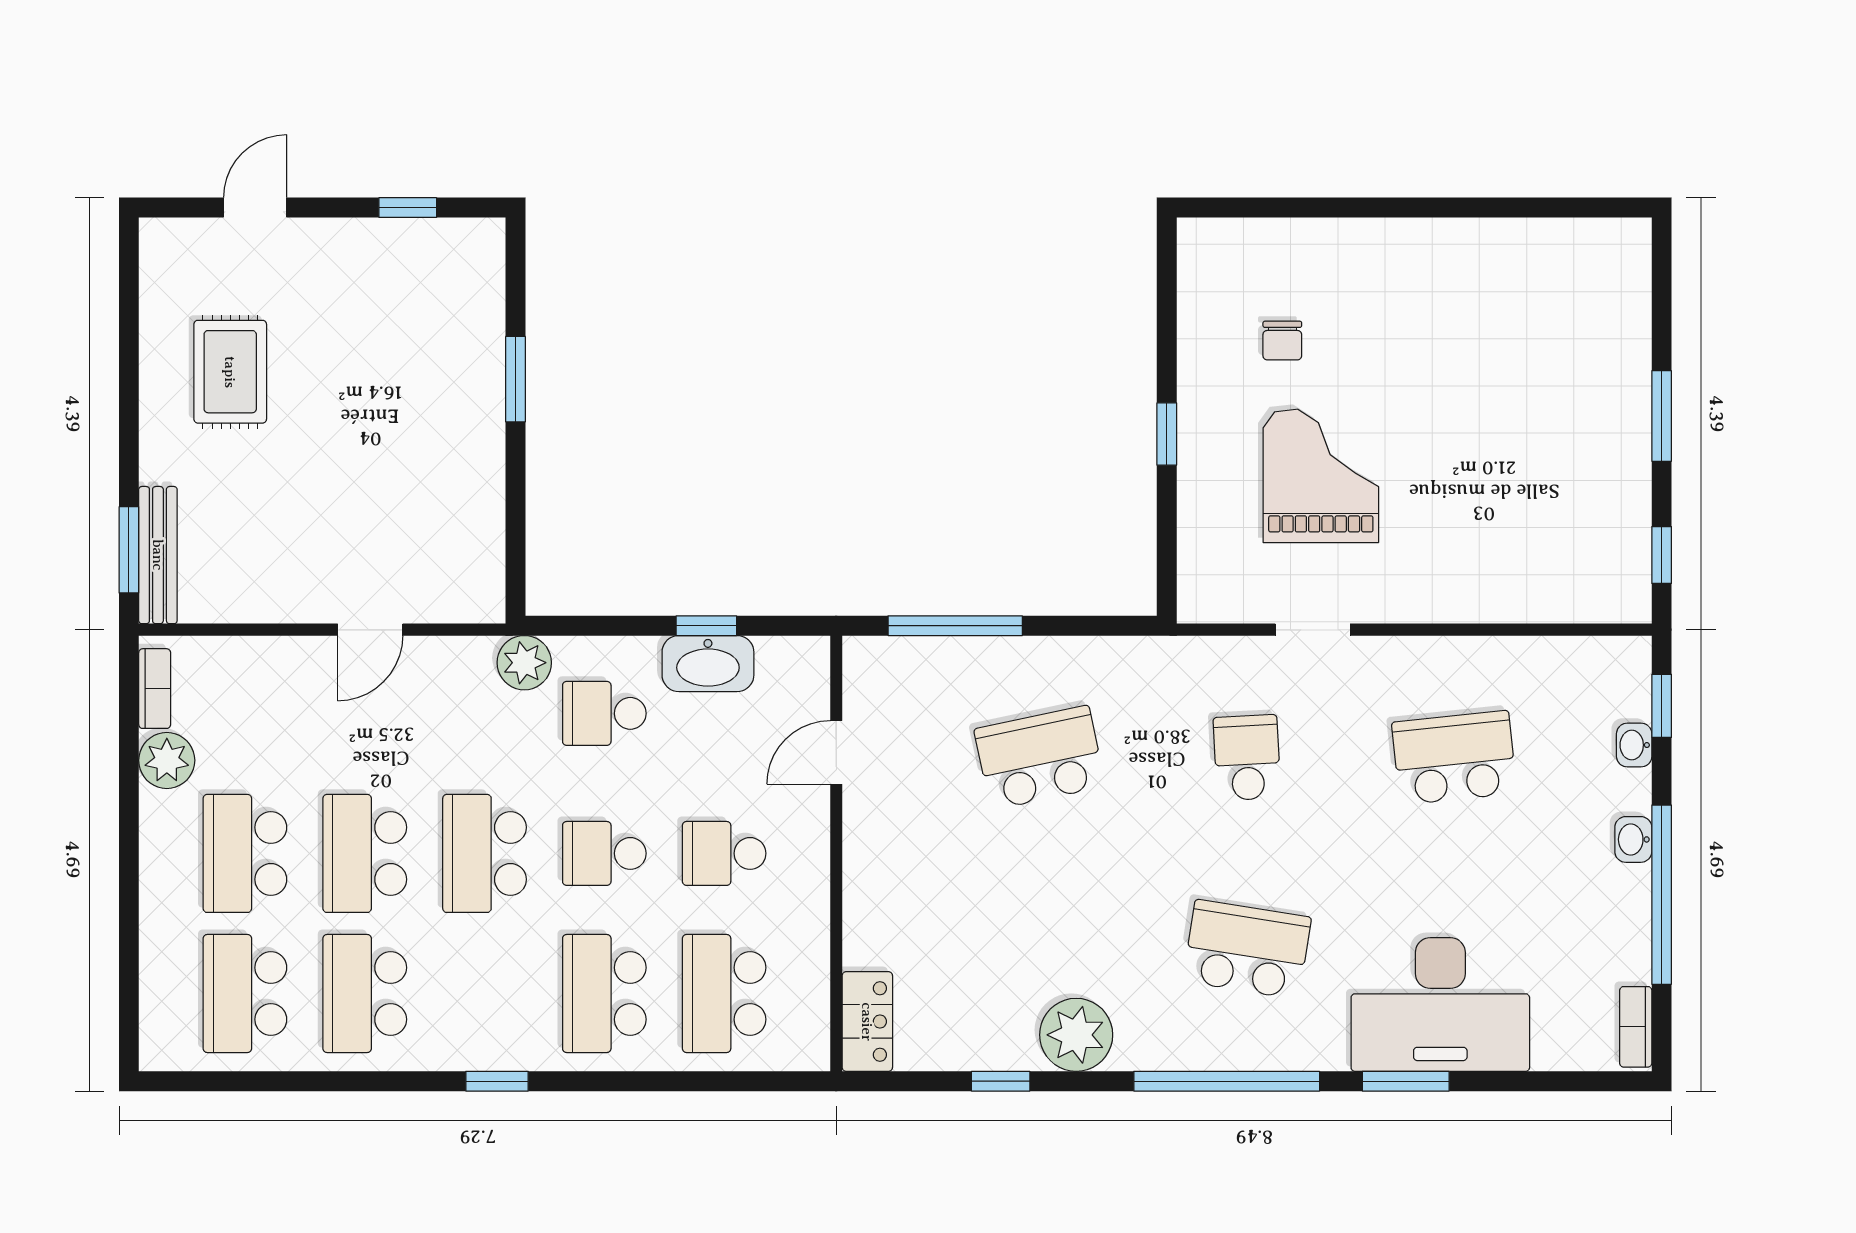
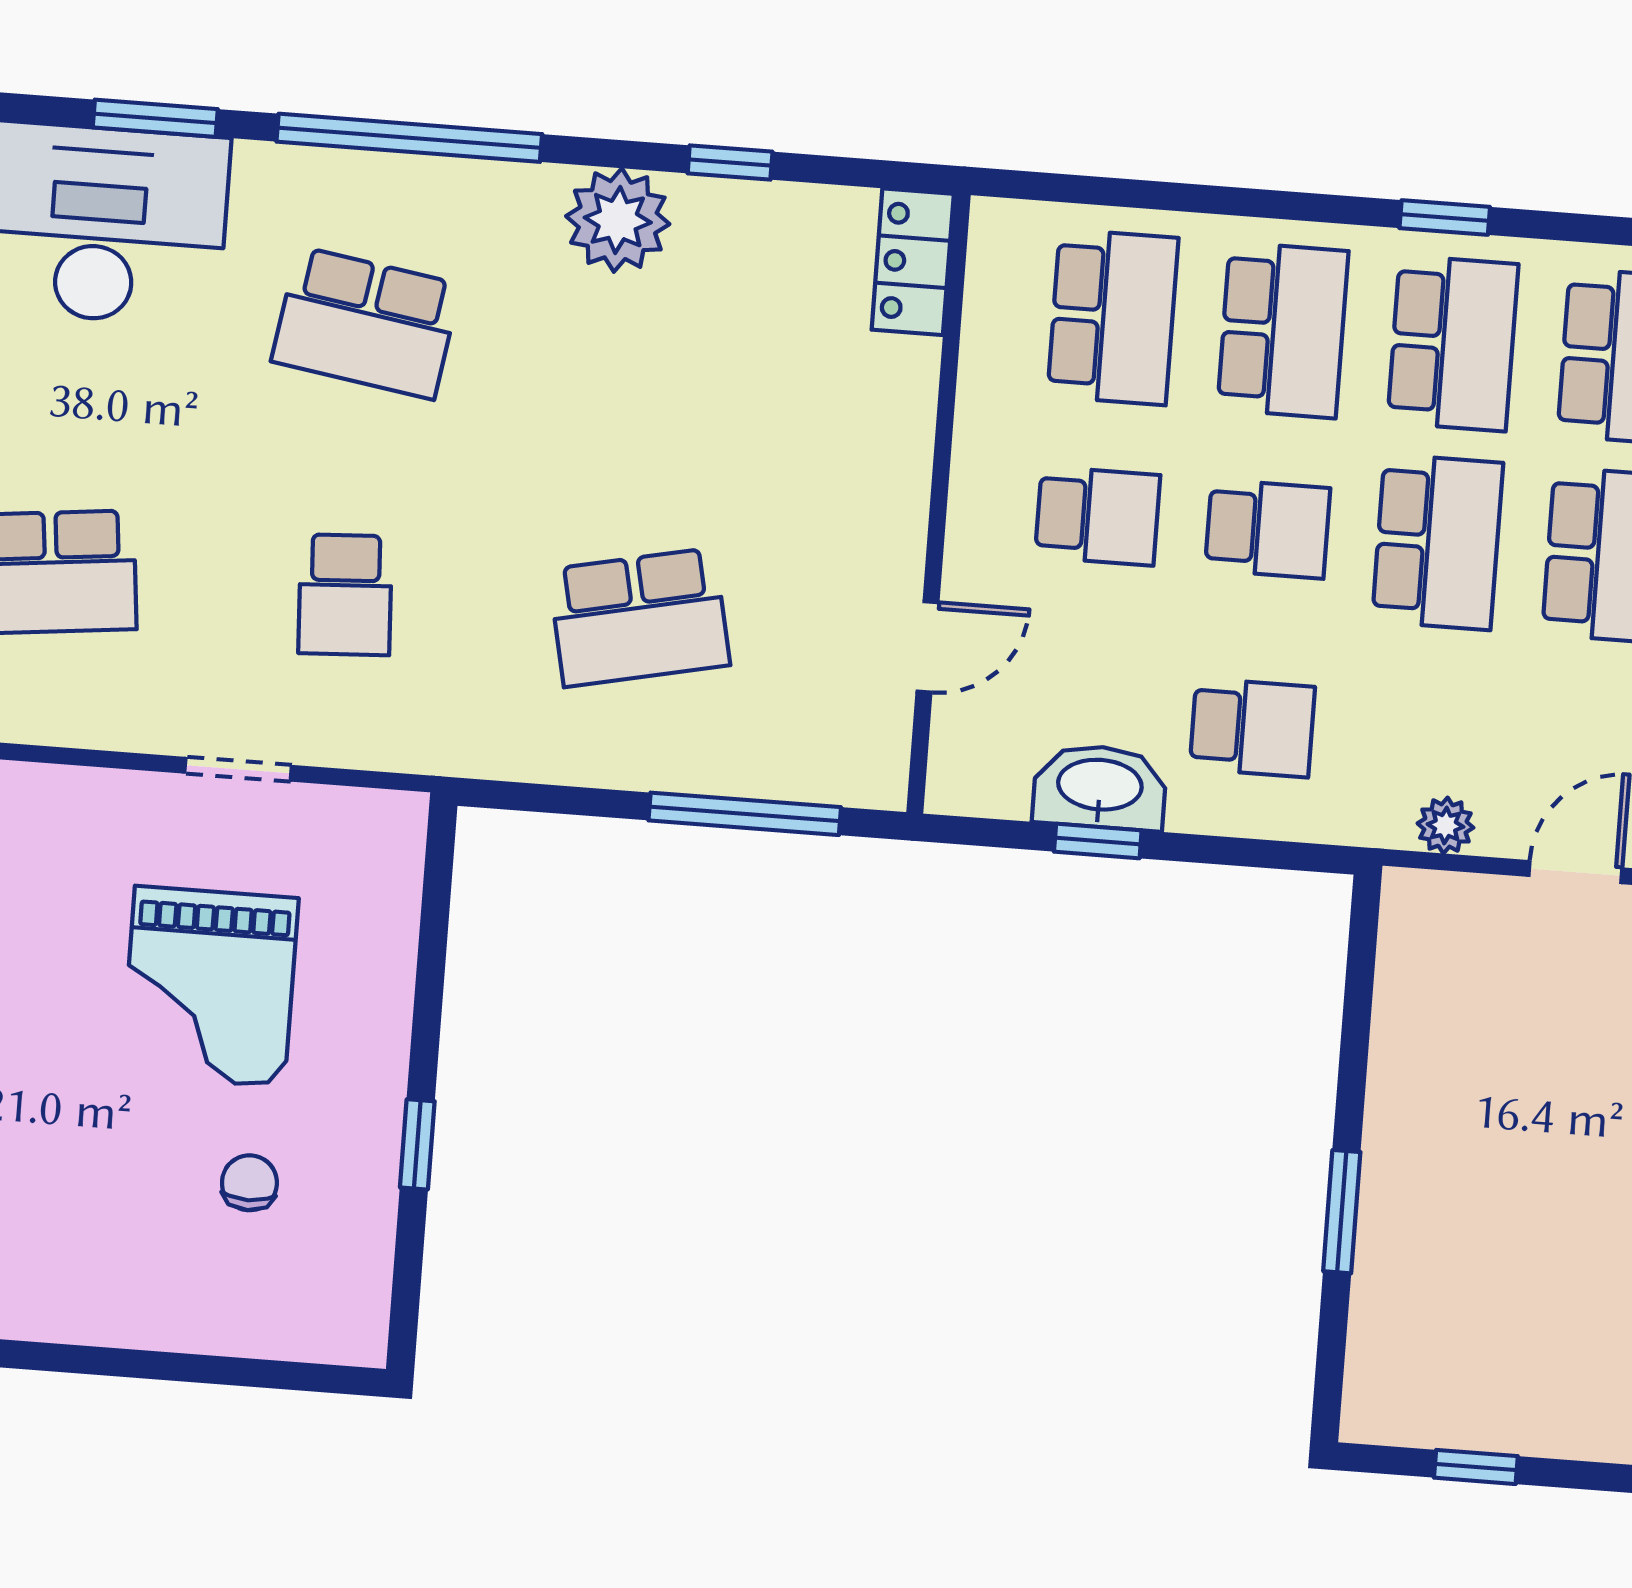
window: (1167, 434) -> (417, 1144), moved
plant: (524, 663) -> (1445, 826), moved, width x0.73, depth x0.73
school desk: (485, 993) -> (1453, 343), added

